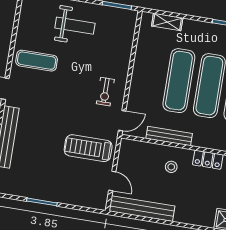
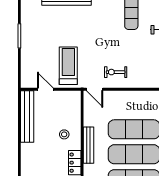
bench: (169, 136) -> (88, 145), moved
door: (112, 181) -> (45, 89), swing flipped

